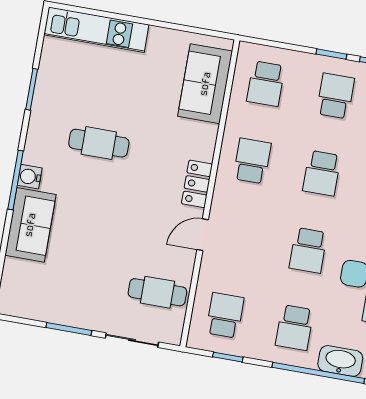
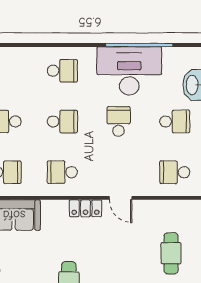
school desk: (308, 250) -> (119, 121), turned -90
cafe table: (157, 292) -> (171, 253), moved

